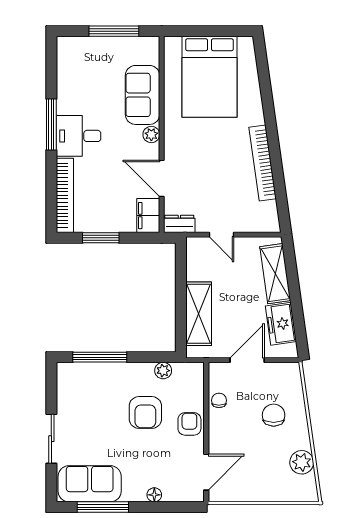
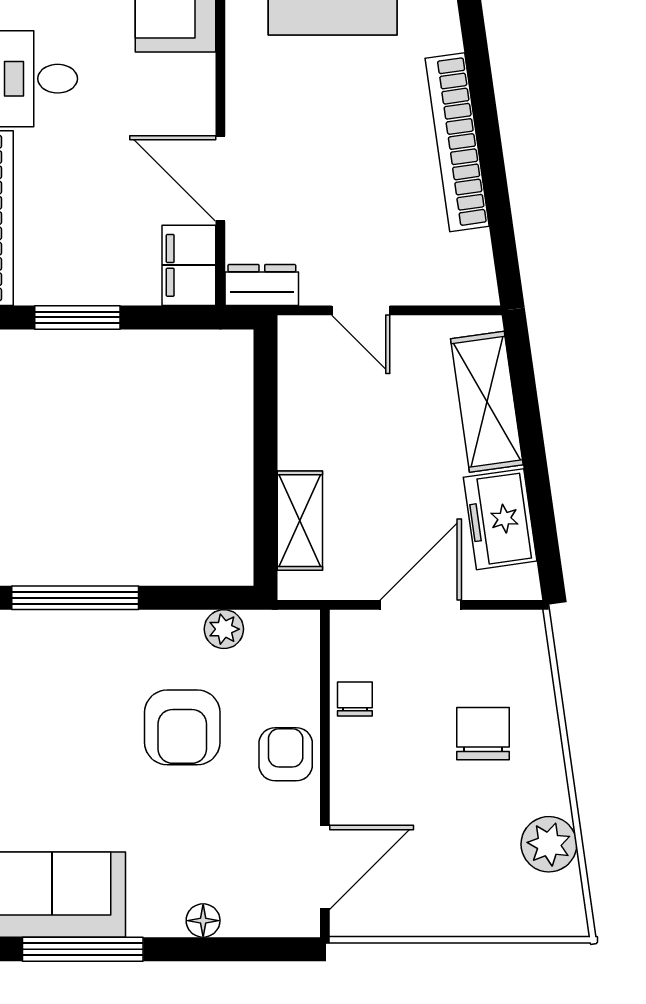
plant: (151, 135) -> (196, 75), removed
shelving: (199, 314) -> (300, 521), width x0.67, depth x0.75

